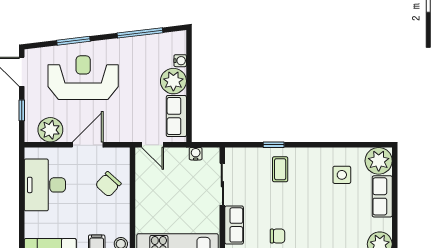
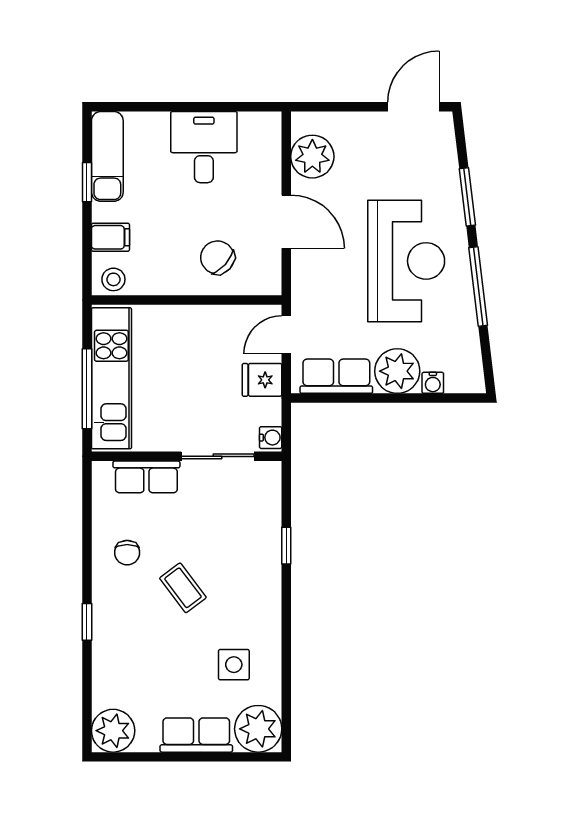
window: (140, 33) -> (478, 287), moved
reception desk: (83, 78) -> (406, 261), moved
window: (22, 110) -> (346, 107), removed
water cooler: (196, 154) -> (271, 438), moved
fridge: (178, 159) -> (262, 380), added
coffee table: (280, 169) -> (183, 588), moved, turned 53
desk: (45, 185) -> (204, 147), width x0.73

